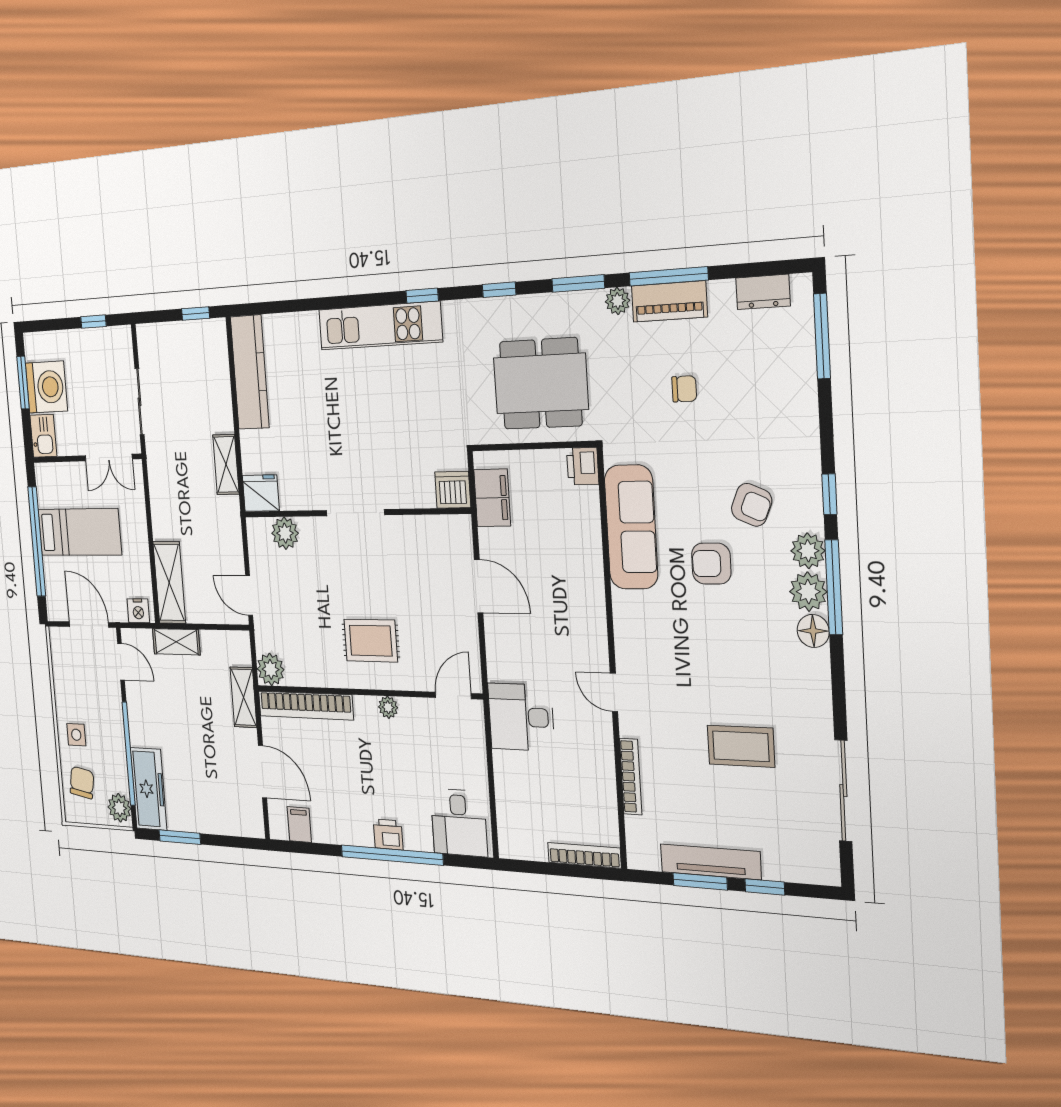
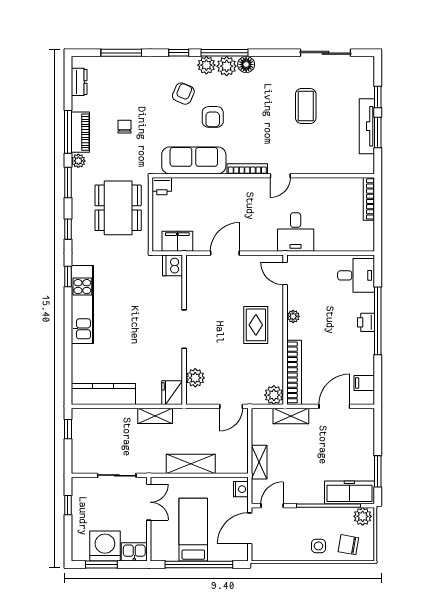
window: (822, 336) -> (121, 53), moved
shelving: (169, 582) -> (191, 464), moved
bookcase: (631, 777) -> (247, 169), moved

